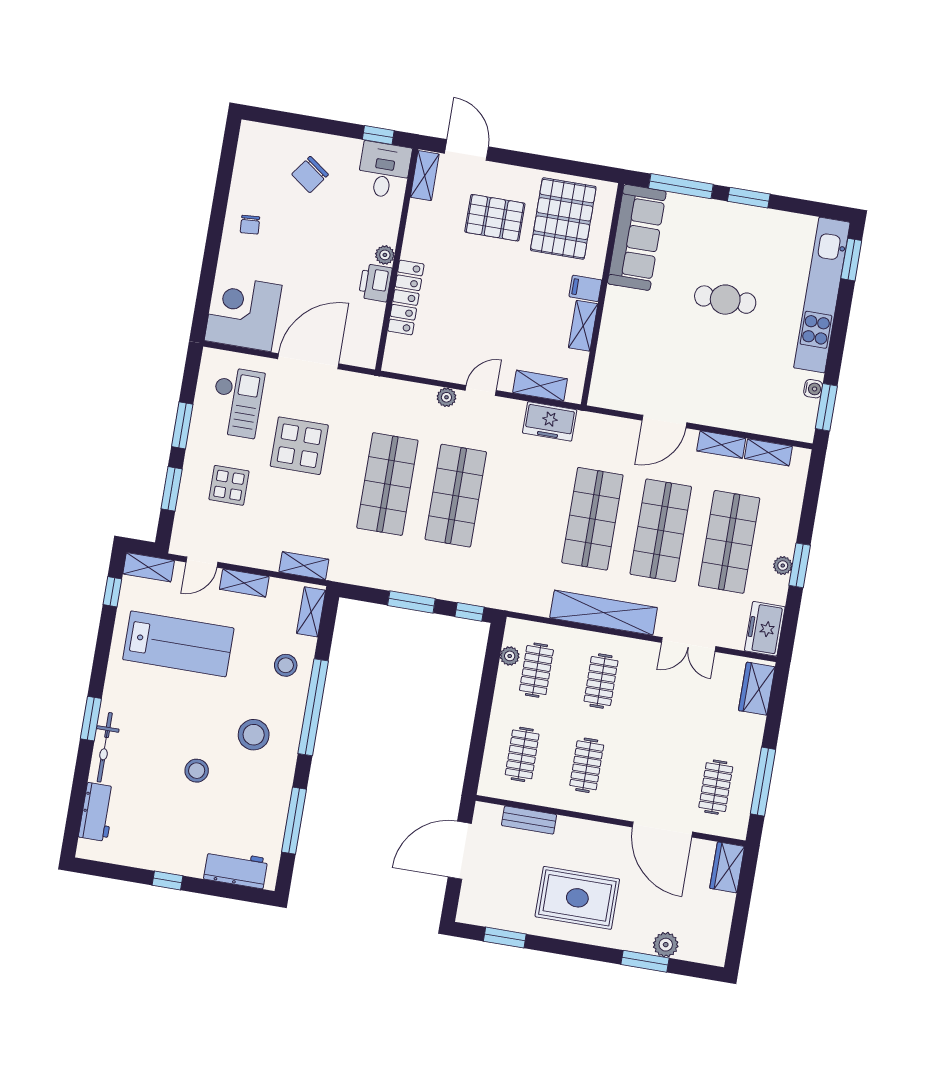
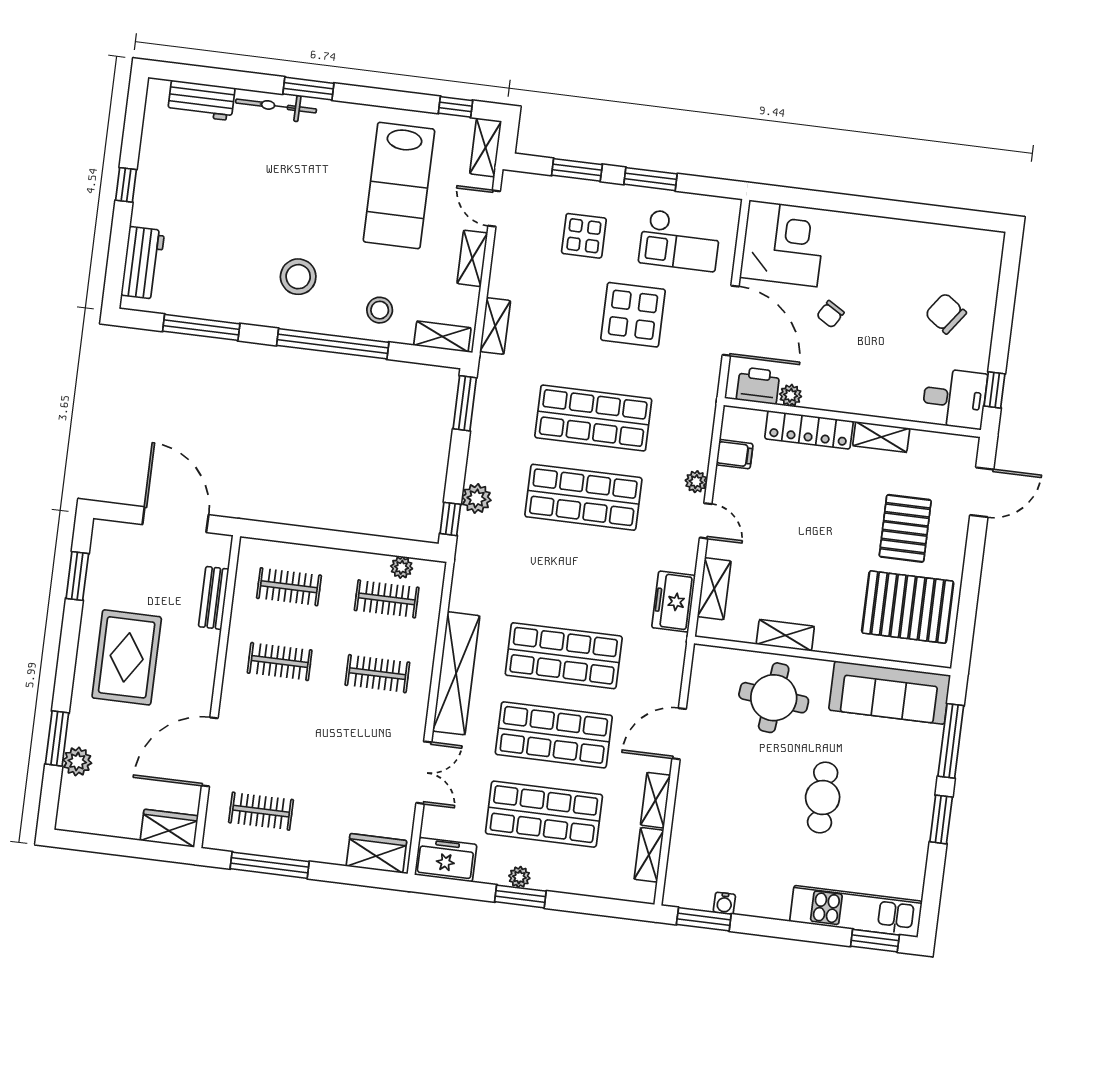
shelving: (425, 176) -> (881, 437), moved
chair: (250, 225) -> (830, 314), moved, turned -55
plant: (385, 255) -> (791, 395), moved
printer: (375, 283) -> (758, 386), moved
filing cabinet: (585, 288) -> (735, 454), moved, turned 90
kitchen unit: (822, 295) -> (856, 911), width x0.73
round table: (637, 338) -> (774, 698), added
door: (664, 421) -> (679, 734), hinge flipped
plant: (453, 589) -> (476, 498), added
window: (411, 602) -> (465, 403), moved
double door: (689, 644) -> (424, 773), swing flipped
stool: (197, 771) -> (254, 213), removed

